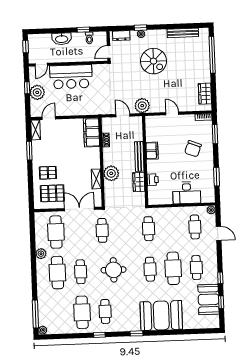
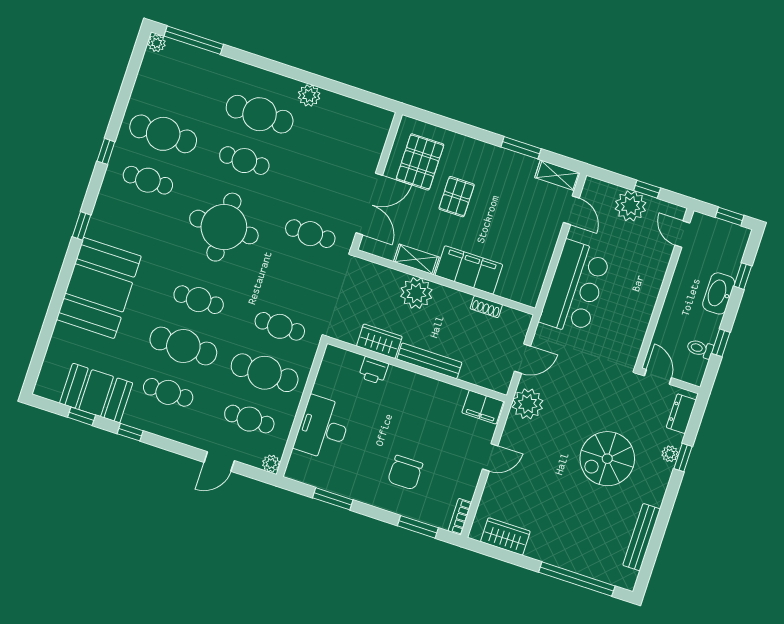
window: (50, 31) -> (743, 276), added
bar counter: (71, 77) -> (575, 288), moved, turned 180
filing cabinet: (92, 132) -> (469, 270), moved
chair: (193, 149) -> (405, 473), turned -111
filing cabinet: (152, 151) -> (483, 407), moved
pallet: (48, 173) -> (457, 197), moved
cafe table: (56, 232) -> (265, 373), moved
round table: (114, 270) -> (224, 227), width x1.36, depth x1.36

